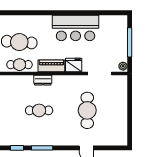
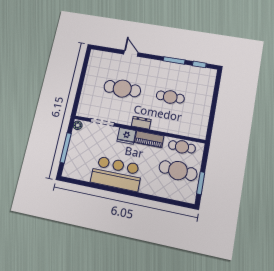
dresser: (43, 80) -> (141, 123), moved
cafe table: (87, 110) -> (122, 89), turned 90

